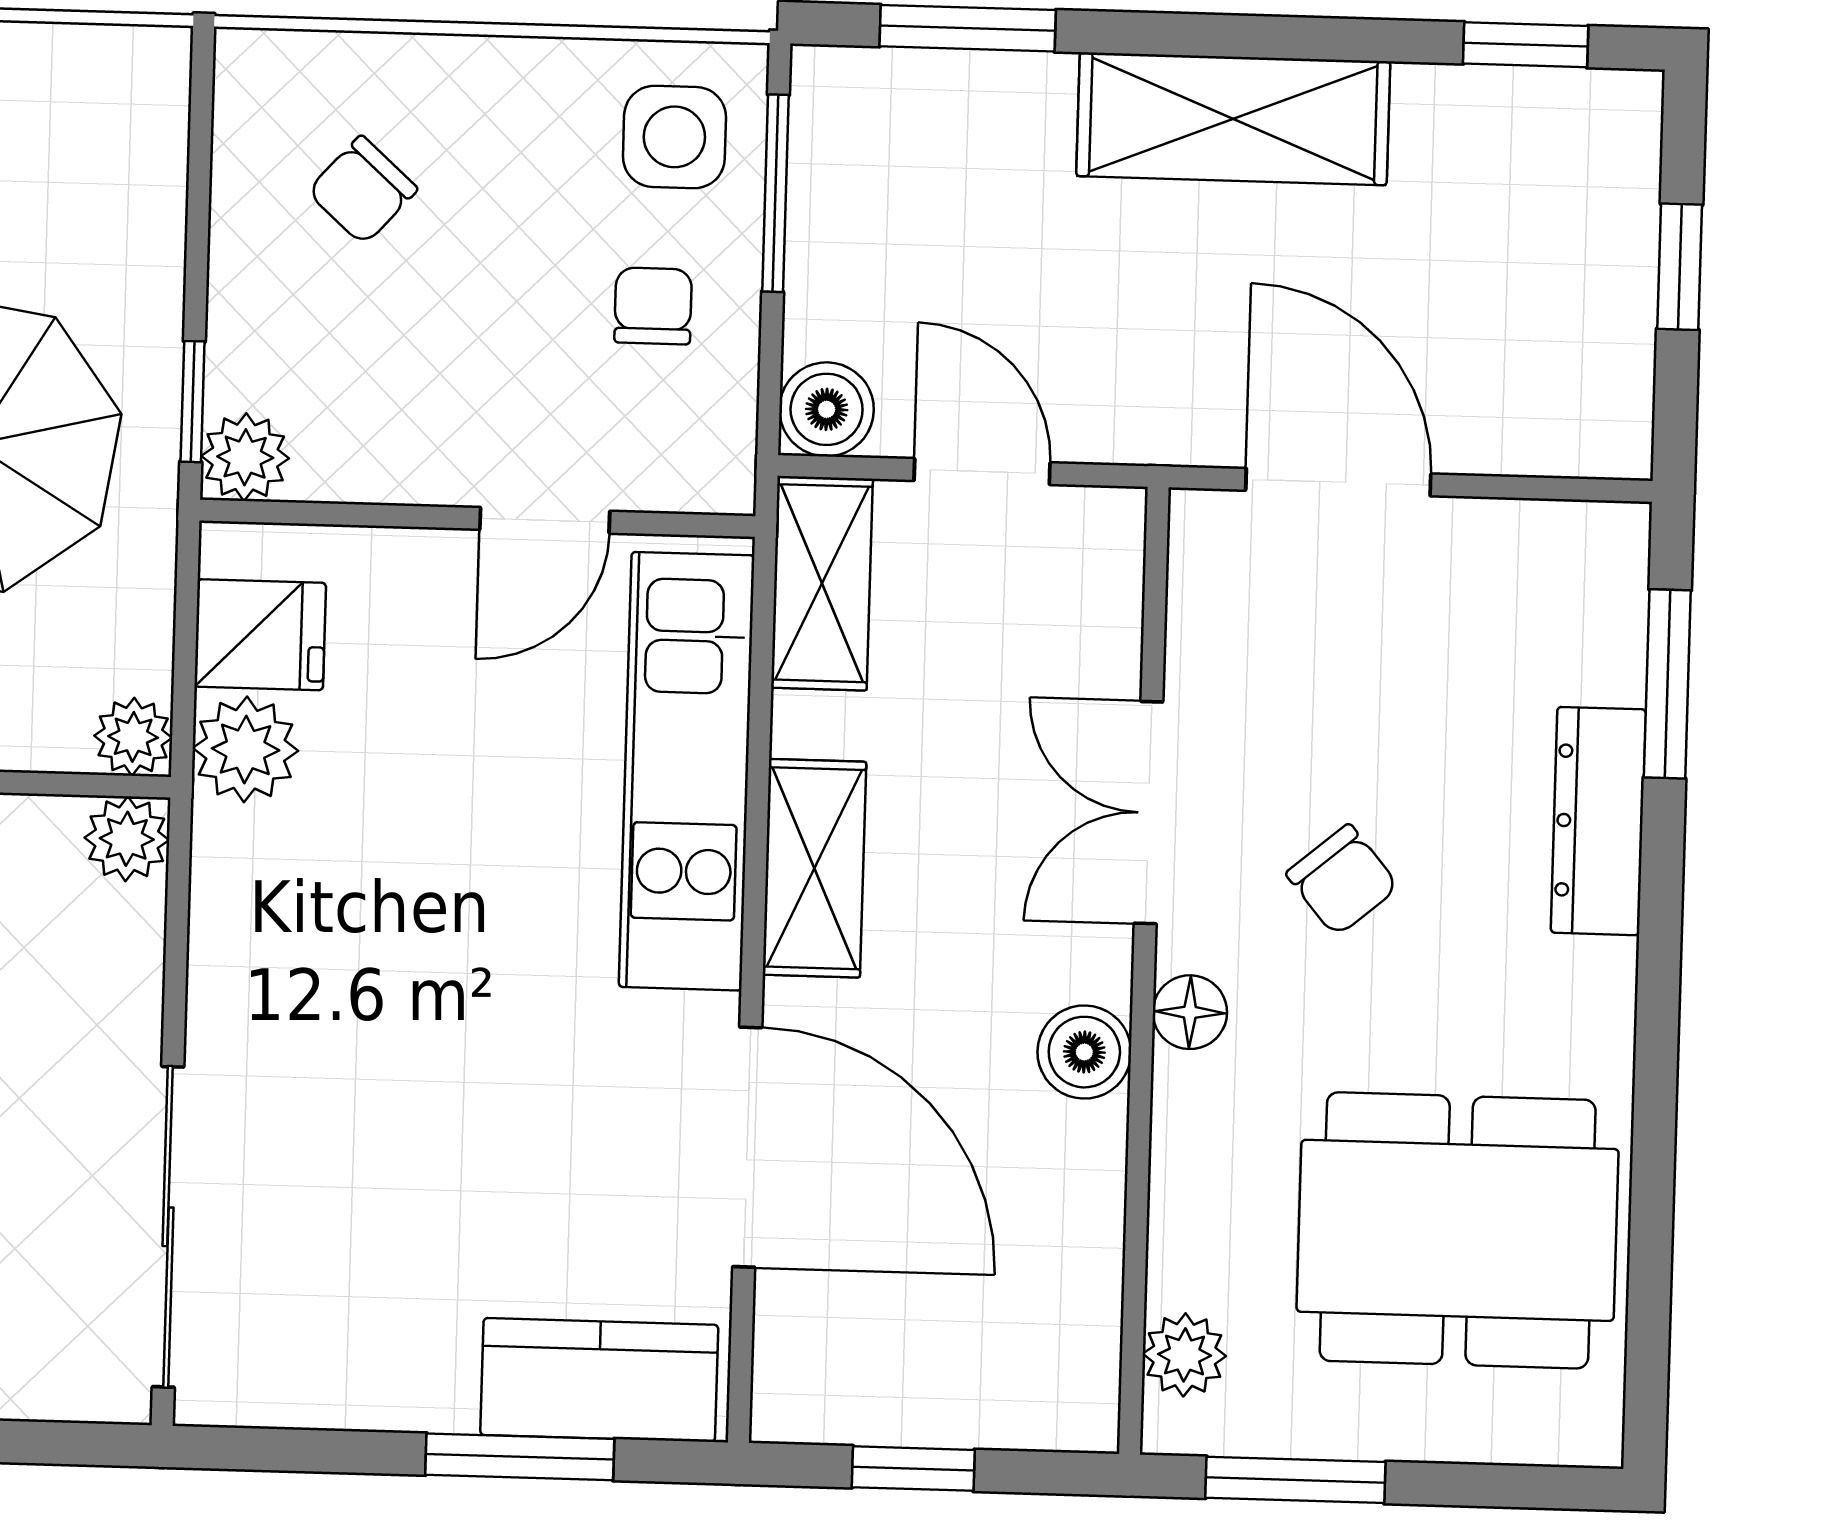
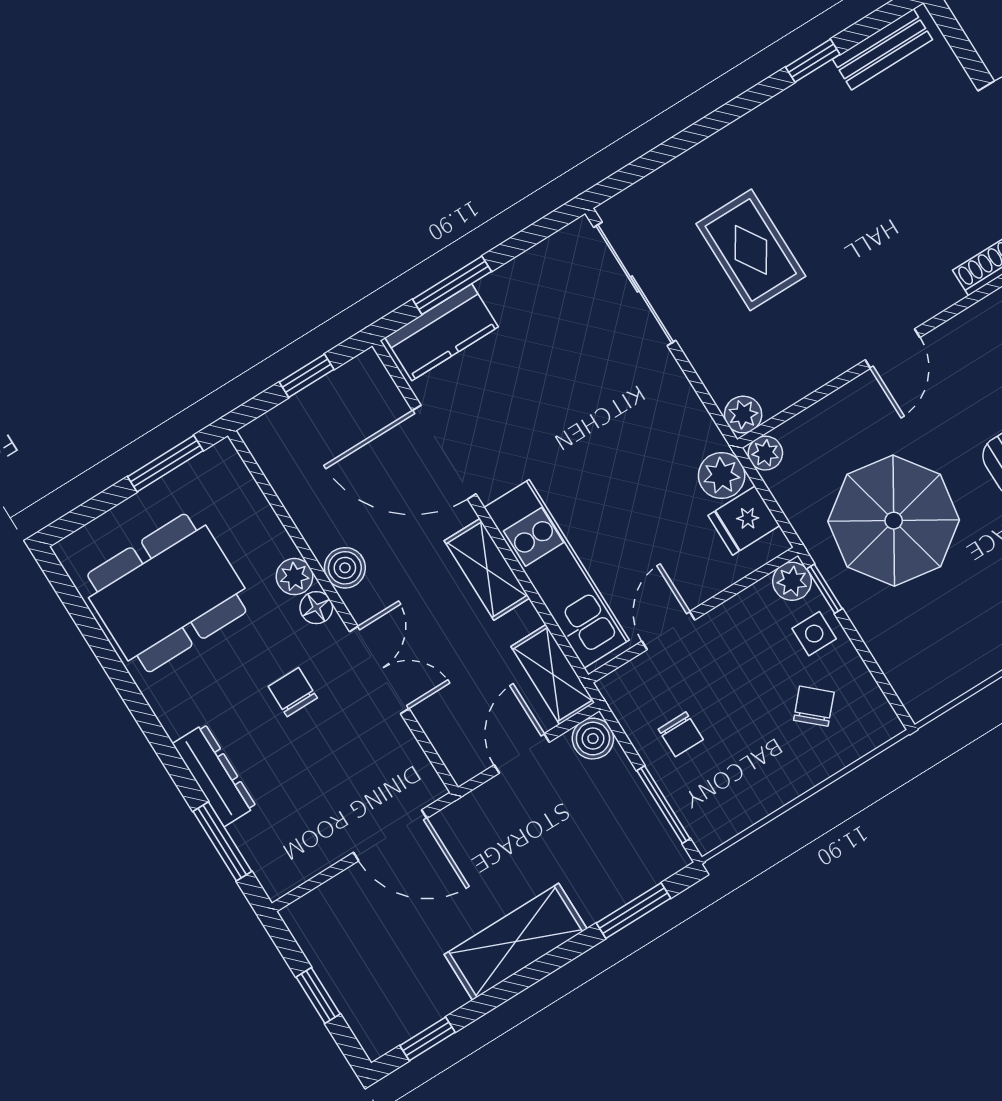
side table: (674, 137) -> (814, 634), moved, width x0.73, depth x0.73
door: (982, 472) -> (522, 753), swing flipped
chair: (1342, 880) -> (293, 692), turned 40
plant: (1184, 1355) -> (294, 577), moved

